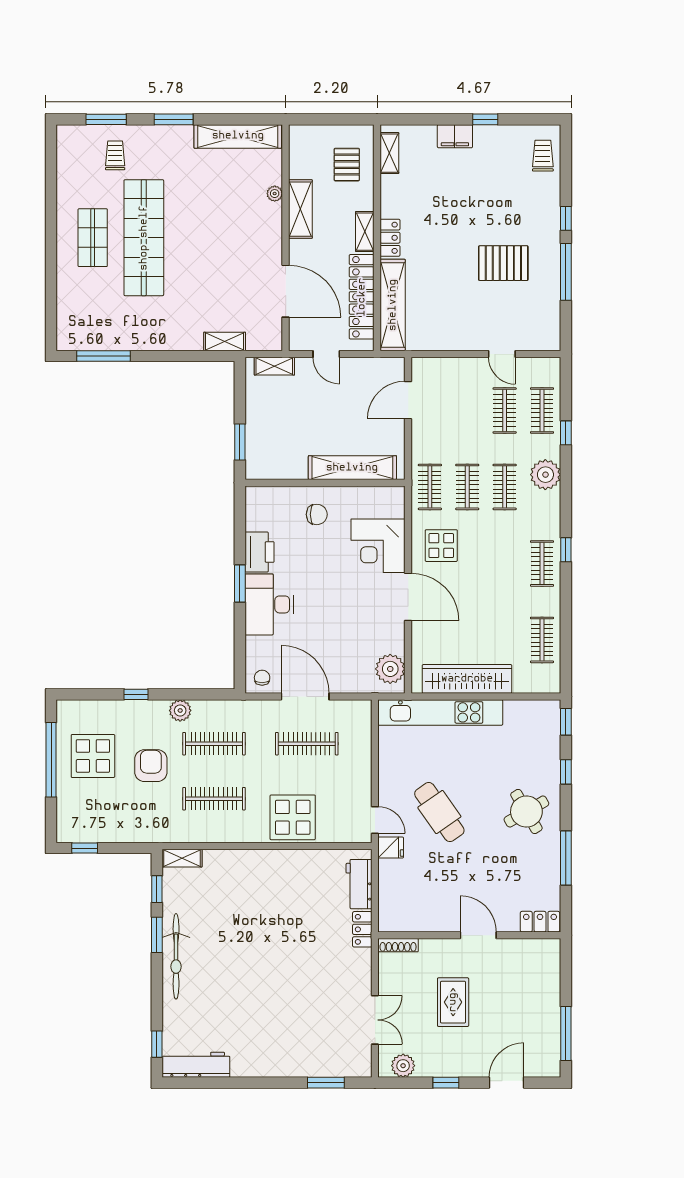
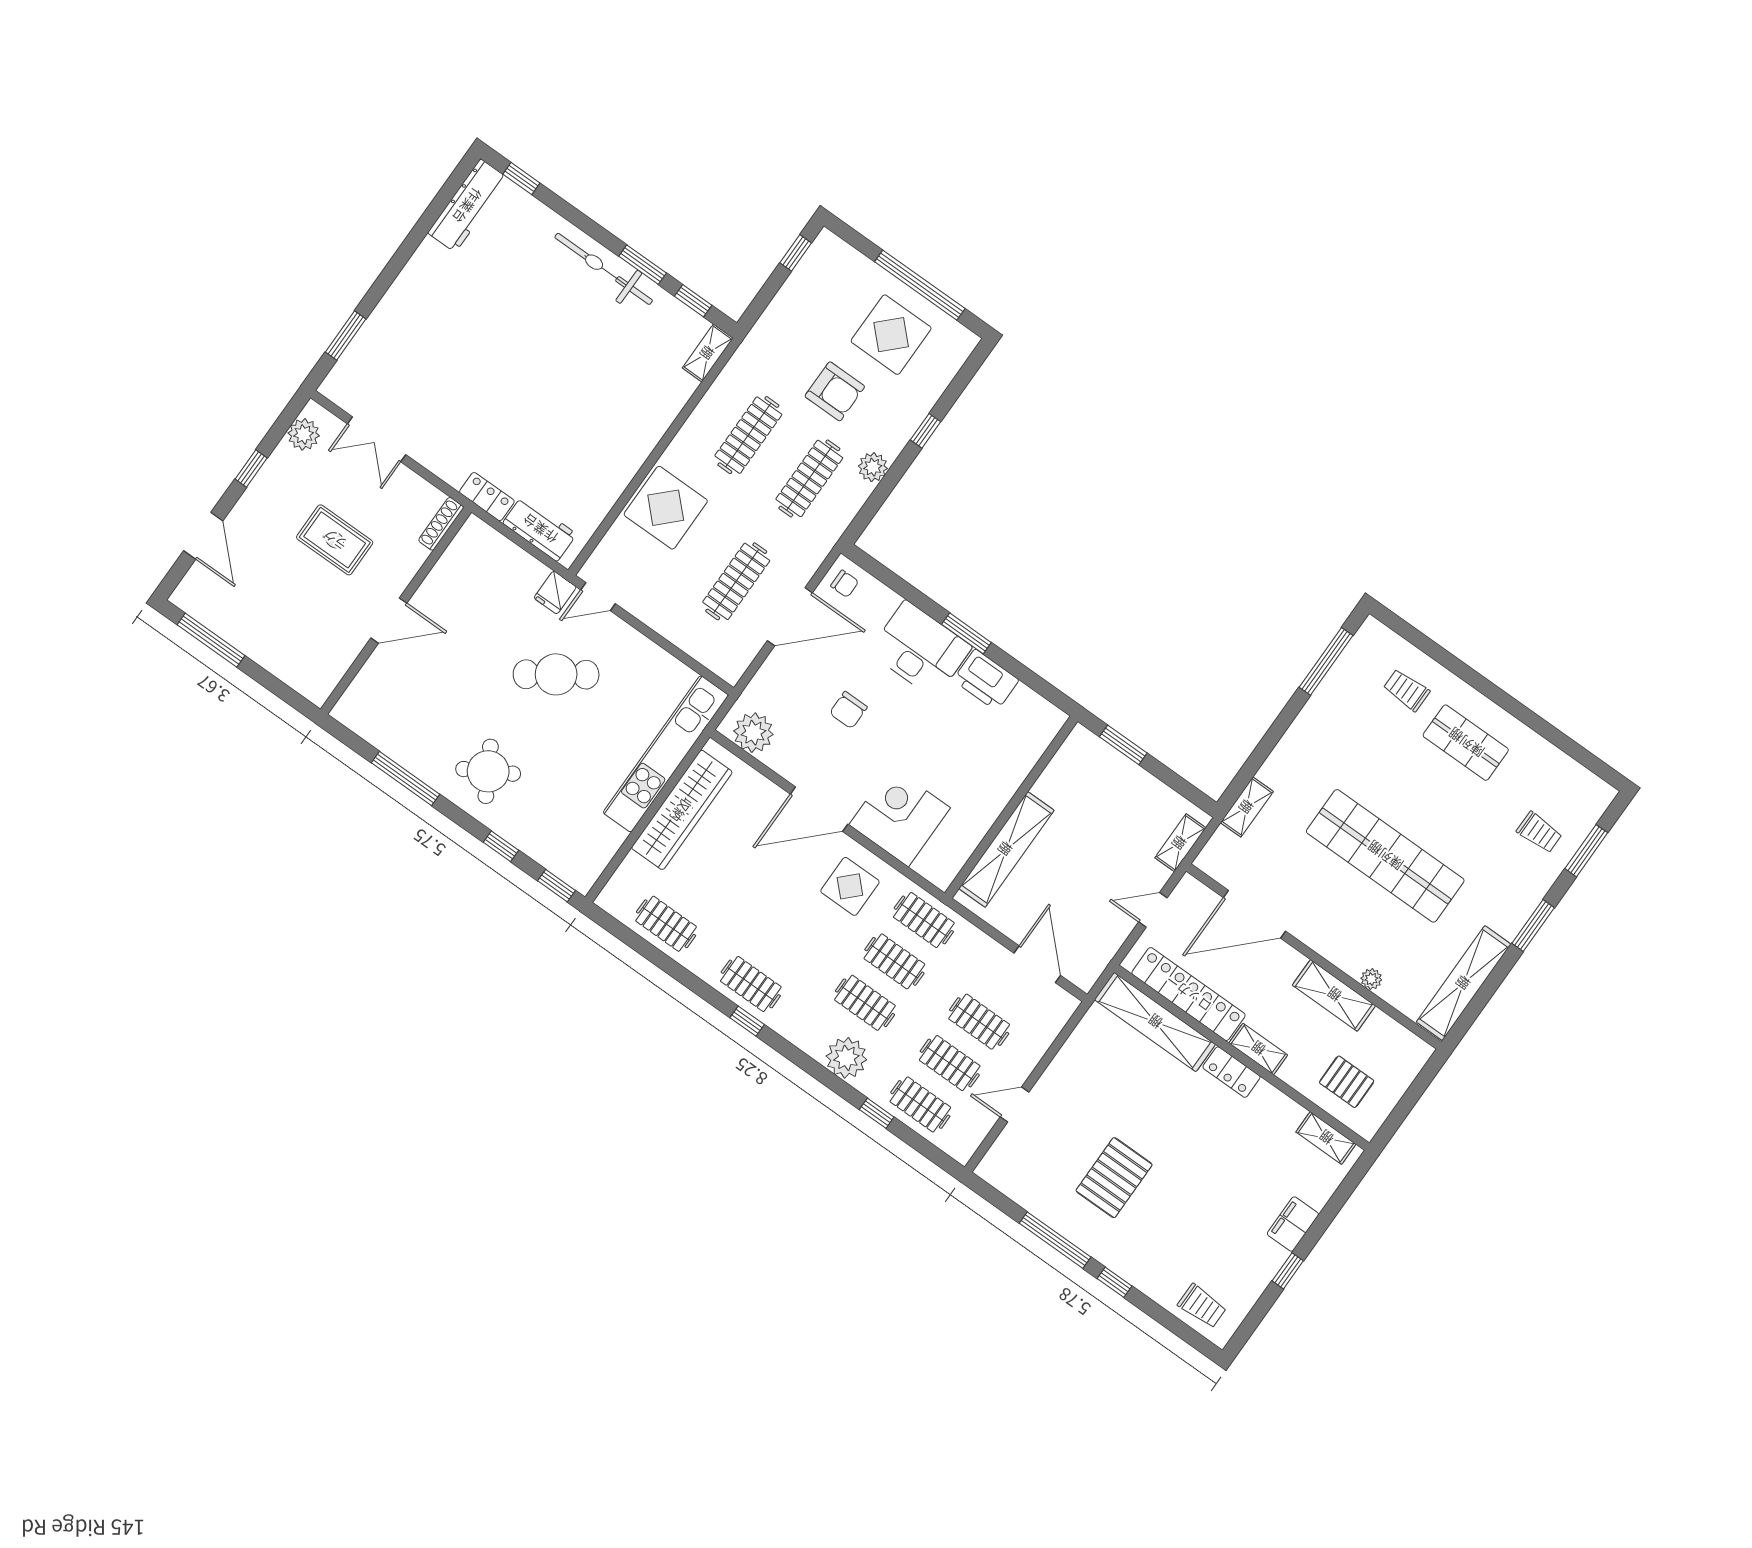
shop shelf: (144, 238) -> (1385, 856), moved
trolley: (86, 296) -> (1406, 690), added
clothes rail: (467, 410) -> (979, 1022), added
chair: (317, 514) -> (848, 710), moved
locker: (540, 922) -> (355, 700), removed

